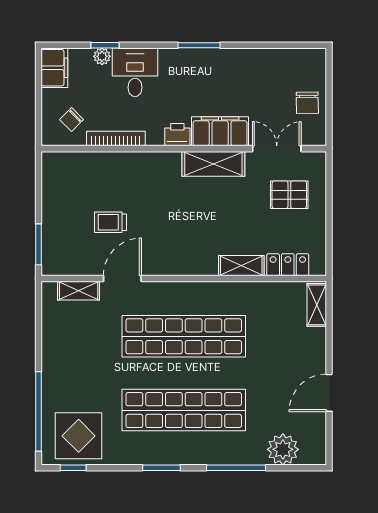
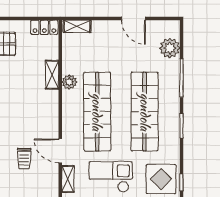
locker: (288, 265) -> (44, 27), moved, turned -90
plant: (230, 293) -> (69, 82), added
checkout: (82, 357) -> (111, 177), added

